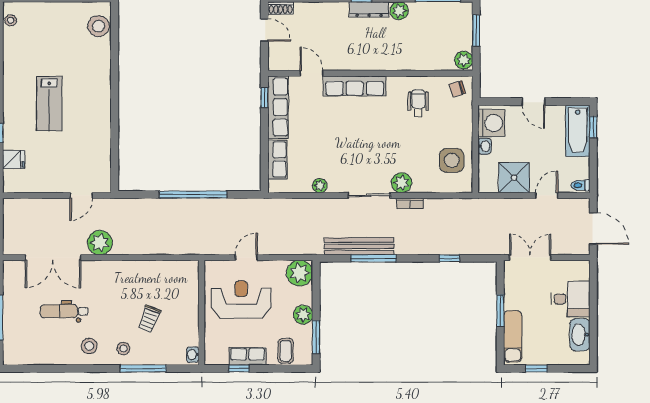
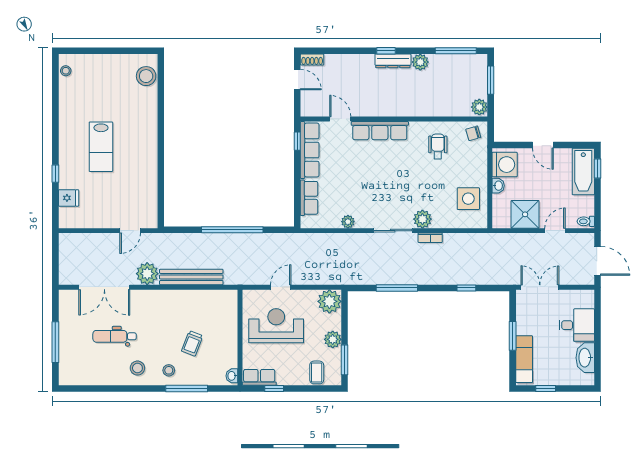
bench: (359, 246) -> (191, 277), moved
row of seats: (248, 356) -> (259, 377), moved

